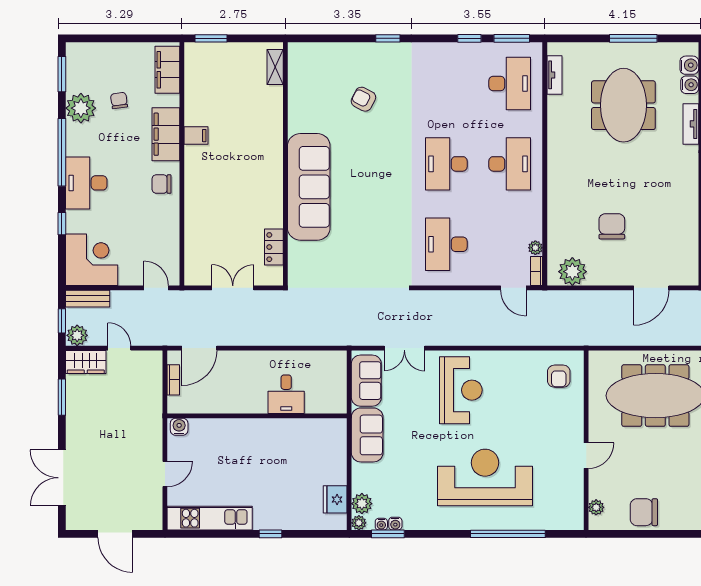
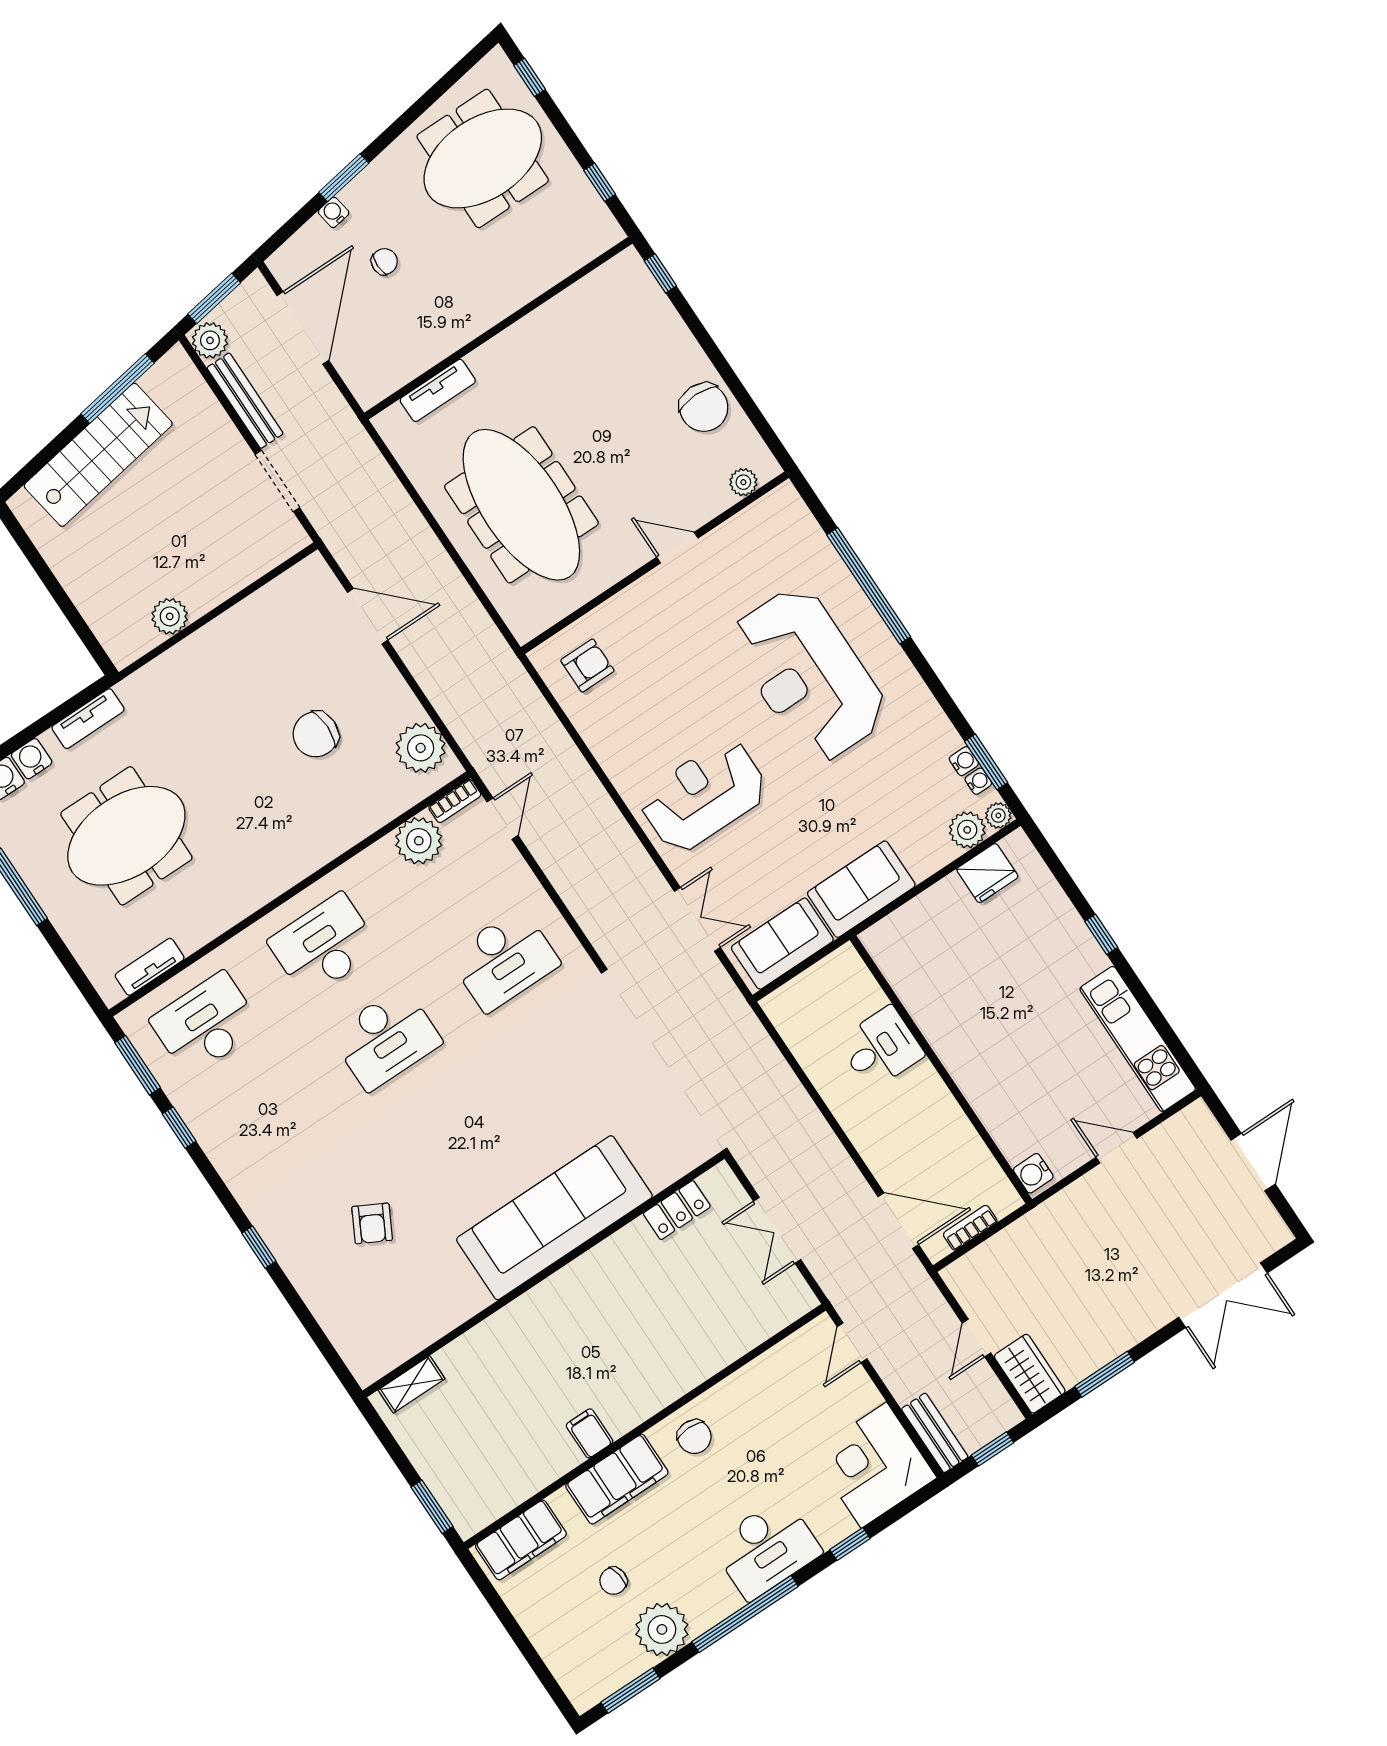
plant: (535, 248) -> (419, 841), width x1.88, depth x1.88
plant: (77, 335) -> (999, 1412), removed

